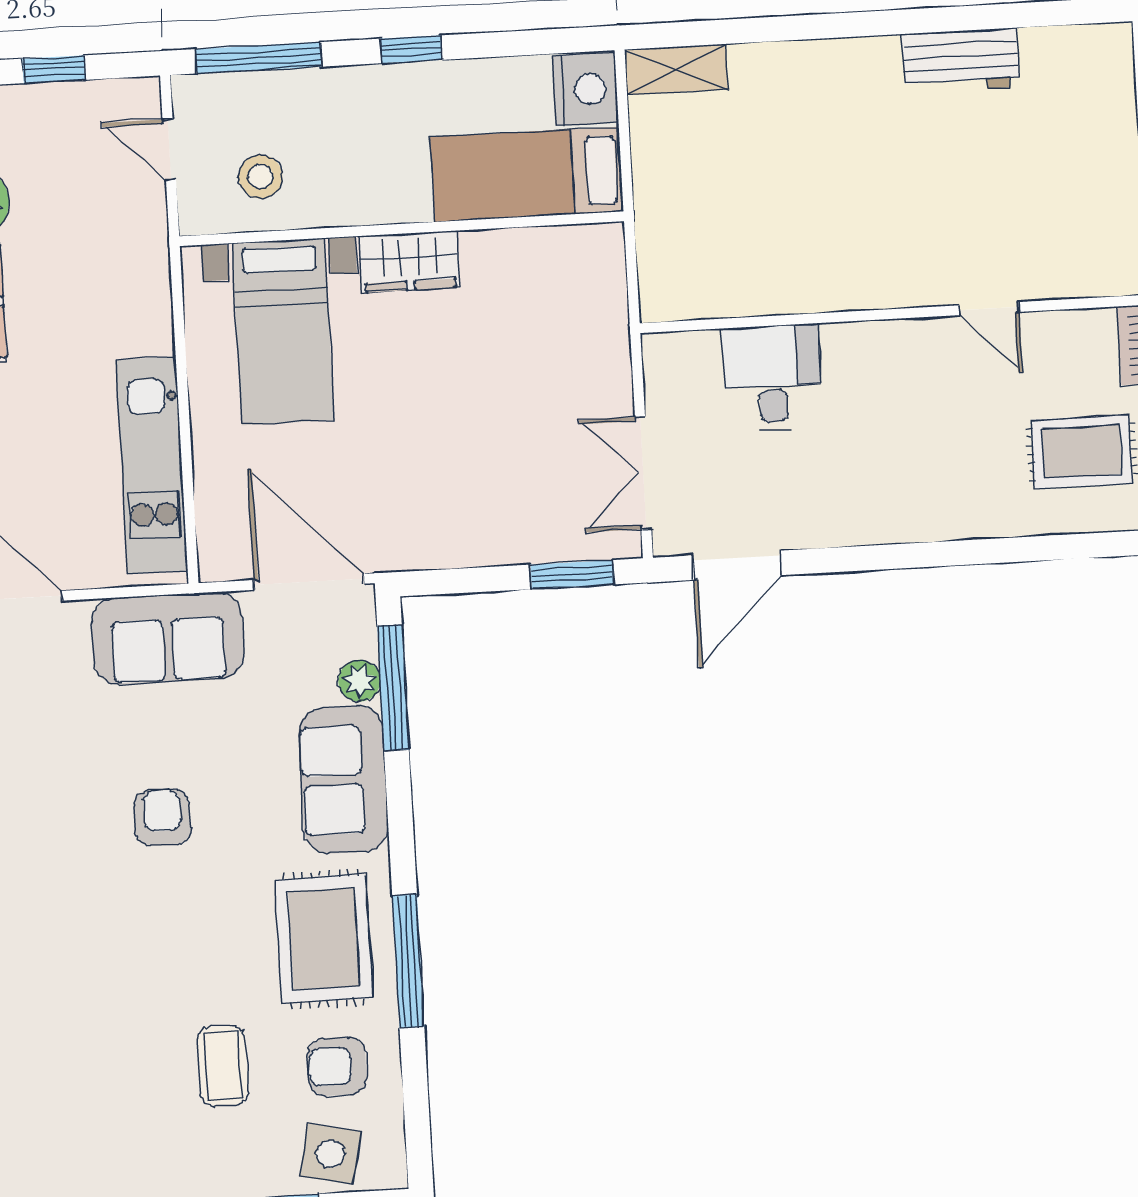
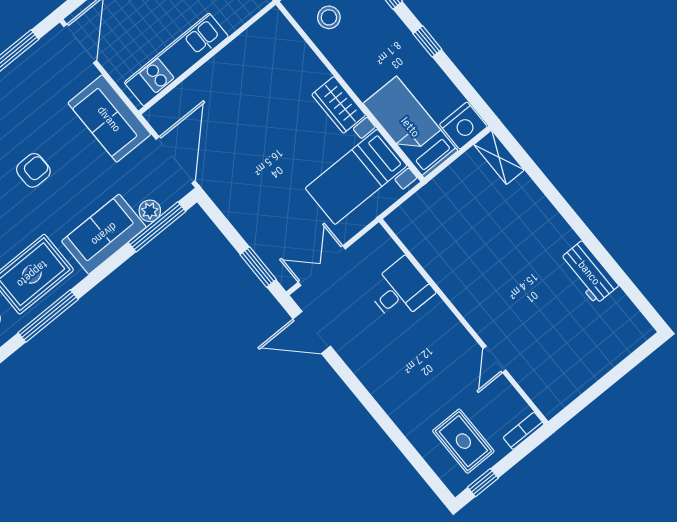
bed with nightstands: (283, 332) -> (356, 177), moved

